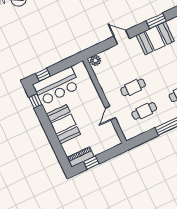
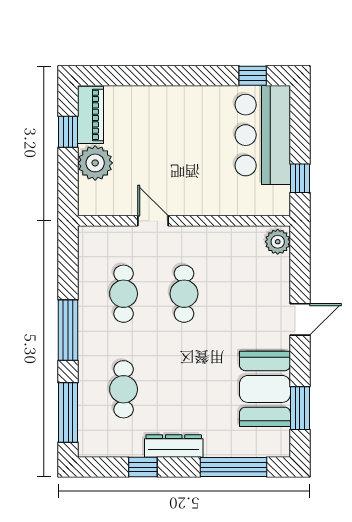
window: (43, 75) -> (300, 178), moved
booth: (63, 124) -> (176, 111), removed
plant: (98, 146) -> (95, 163), added

